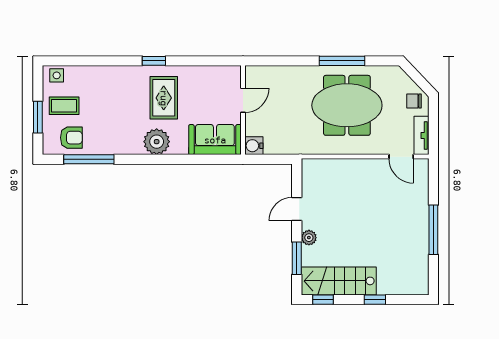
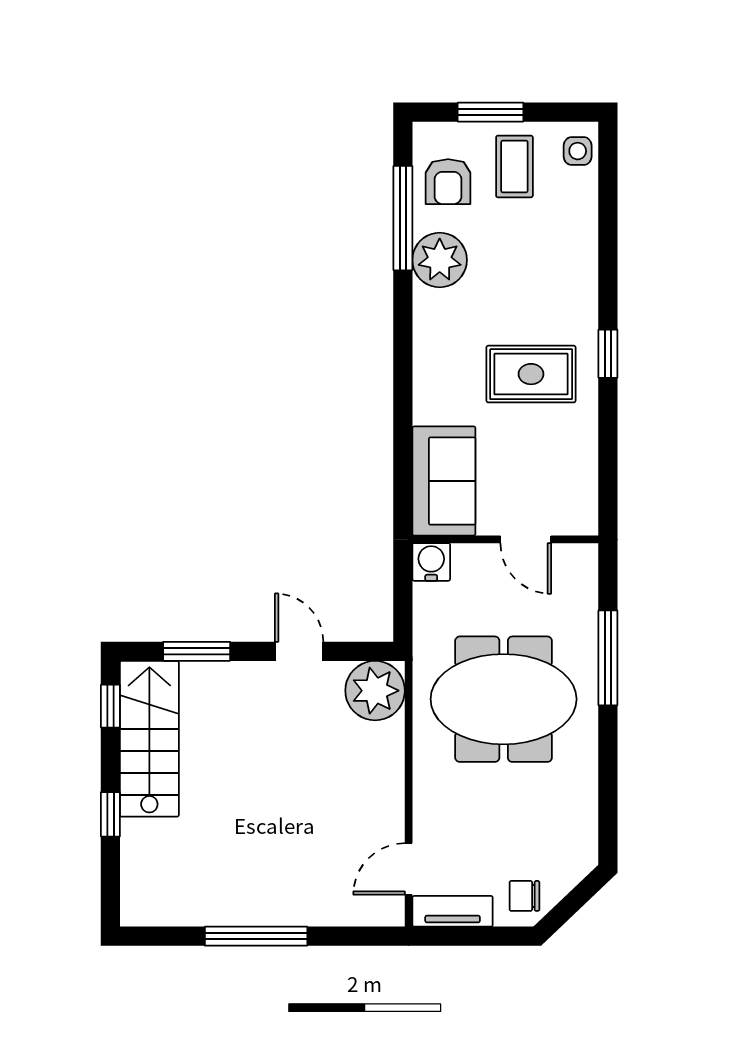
window: (342, 61) -> (608, 658), moved
chair: (414, 101) -> (524, 896), turned -90
meeting table: (347, 105) -> (504, 699), moved, turned 90
plant: (157, 142) -> (440, 260), moved
plant: (309, 238) -> (375, 691), moved, width x1.88, depth x1.88

